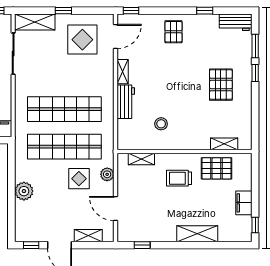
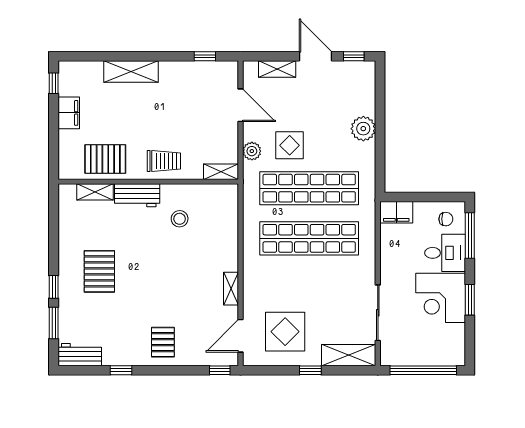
workbench: (126, 102) -> (137, 195), moved, turned -90
shelving: (141, 159) -> (221, 172), moved
trolley: (179, 178) -> (164, 161), moved

